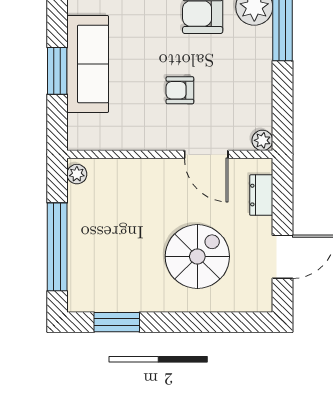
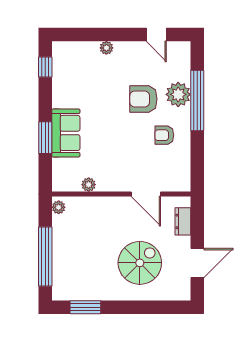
sofa: (88, 64) -> (66, 133), width x0.73
armchair: (180, 90) -> (164, 135), moved
plant: (262, 140) -> (89, 185), moved

